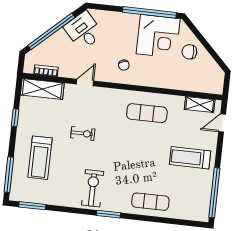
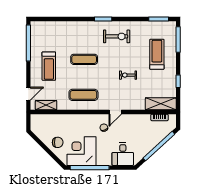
desk: (84, 31) -> (123, 154), moved, turned 43
door: (85, 82) -> (115, 112), moved
treadmill: (190, 158) -> (49, 66), turned 90
exercise bike: (93, 188) -> (117, 36), turned -90
exercise mat: (150, 202) -> (84, 59), moved

